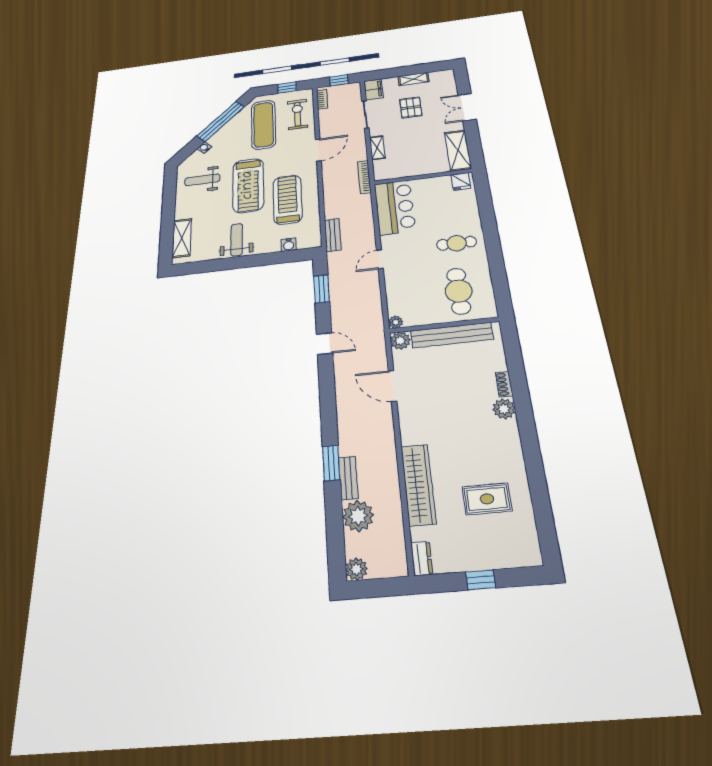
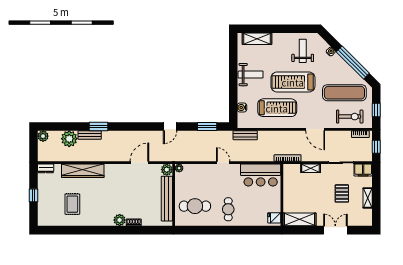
pallet: (411, 107) -> (342, 193), turned 90

